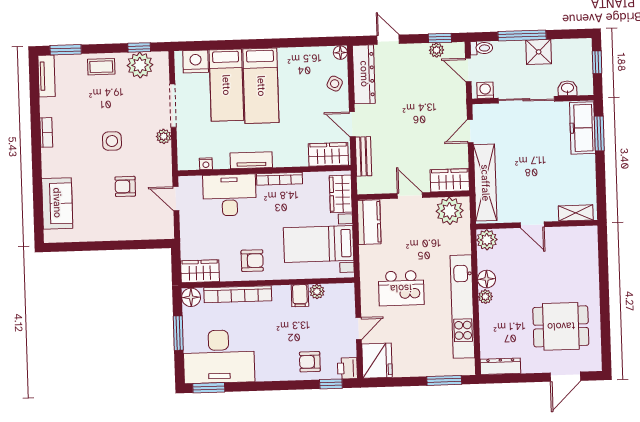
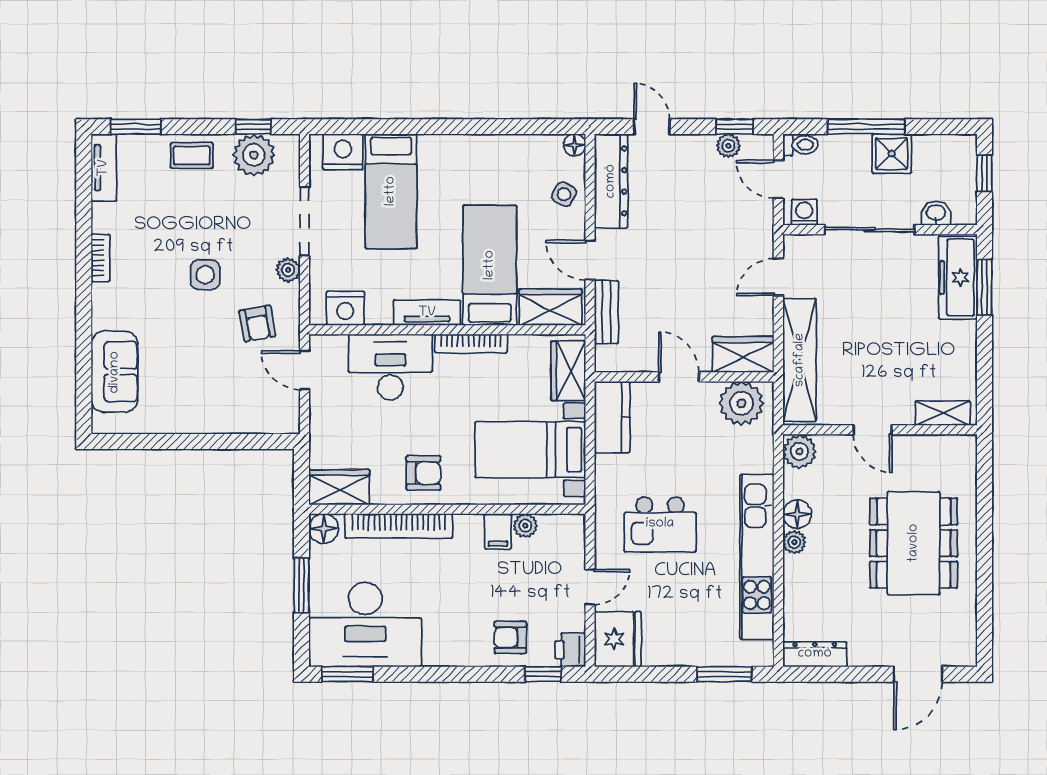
bed: (261, 86) -> (490, 265), moved, turned 180
nightstand: (206, 164) -> (345, 308), width x1.89, depth x1.79
armchair: (125, 186) -> (257, 323), moved, turned -100
dining table: (561, 326) -> (914, 543), moved, width x1.38

